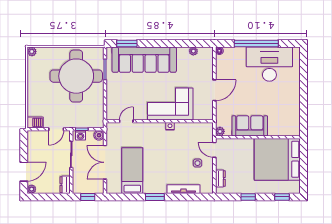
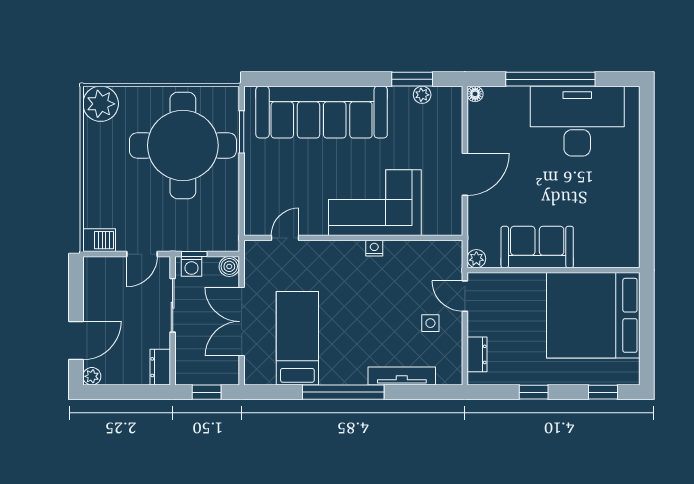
window: (127, 44) -> (412, 79), moved
plant: (32, 52) -> (101, 104), width x1.87, depth x1.87
window: (155, 197) -> (343, 392), width x2.11

